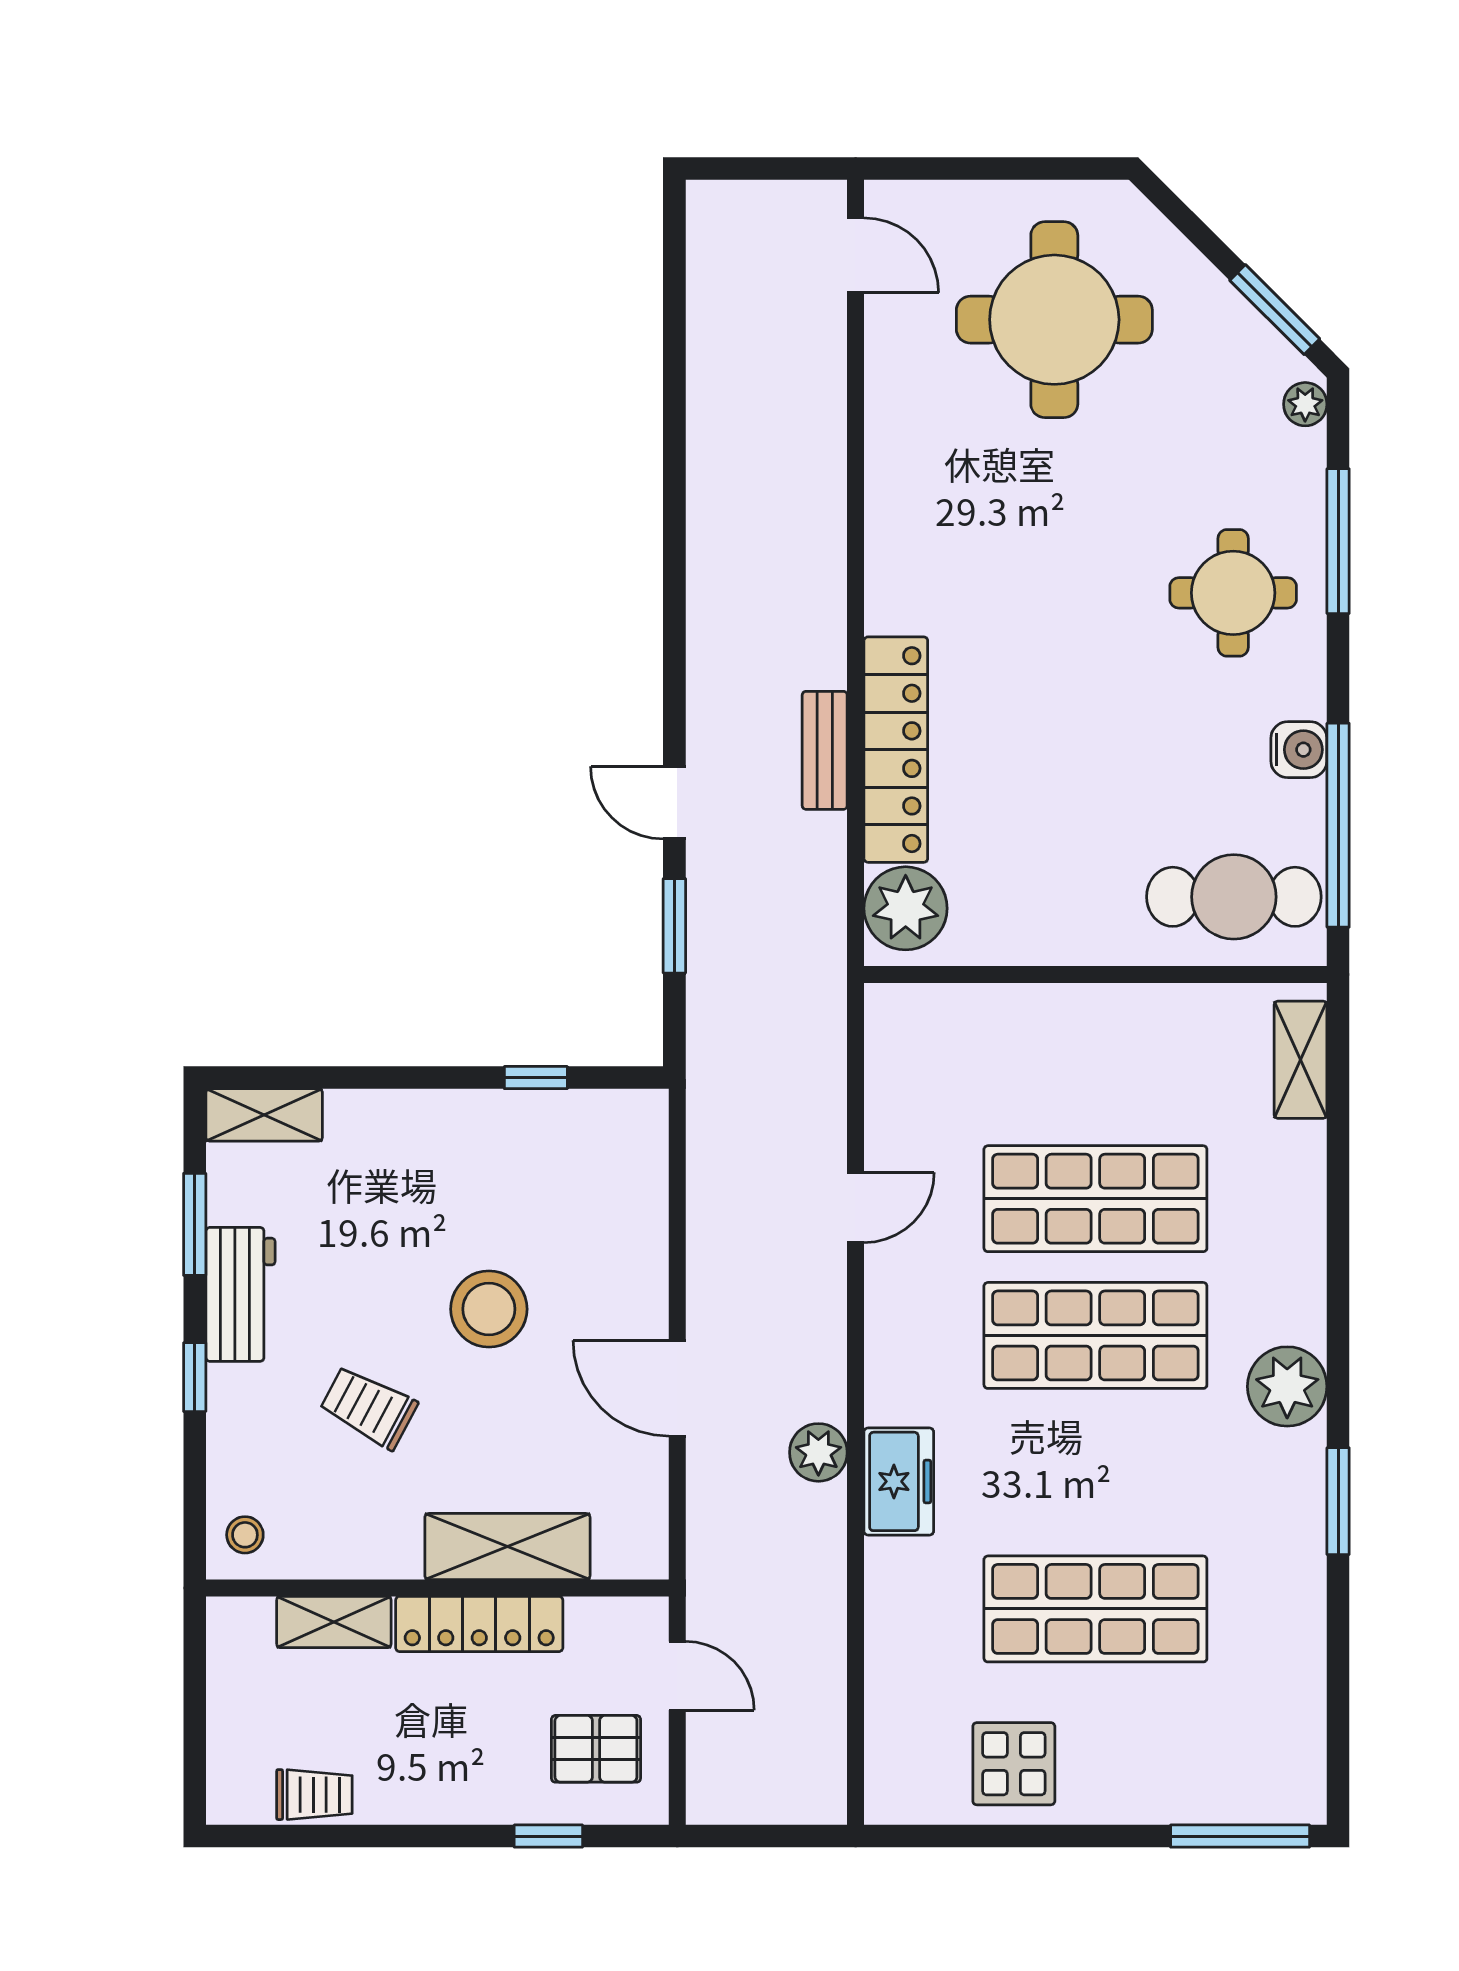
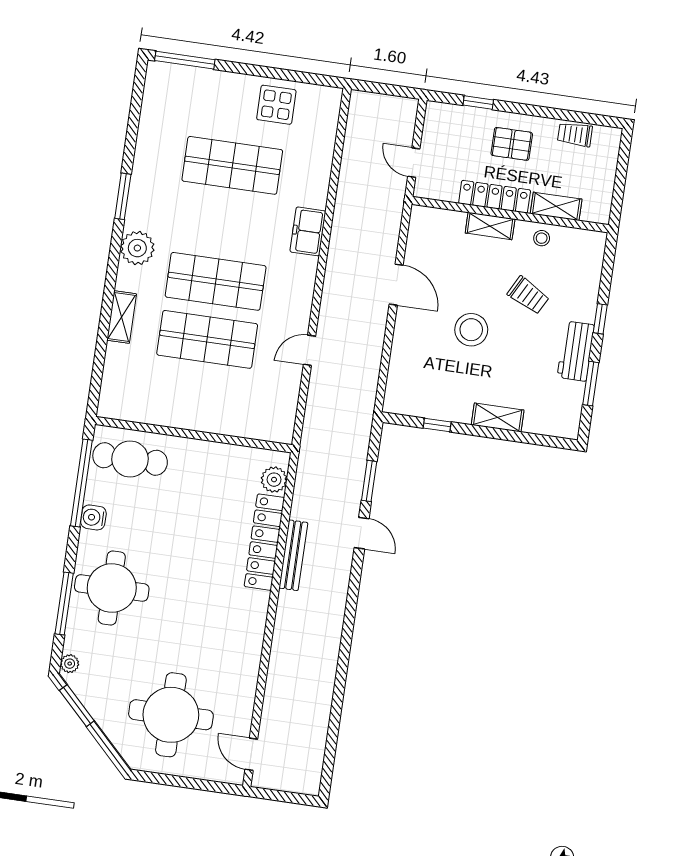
round table: (1233, 593) -> (112, 588), width x1.36, depth x1.36
bench: (825, 750) -> (293, 555), width x1.36
plant: (906, 908) -> (274, 480), width x0.73, depth x0.73
shelving: (1301, 1060) -> (122, 317), moved
shelving: (264, 1115) -> (498, 418), moved
plant: (818, 1452) -> (340, 249), removed
stool: (245, 1535) -> (542, 238), moved
shelving: (507, 1547) -> (490, 226), width x0.67, depth x0.75
pallet: (596, 1749) -> (512, 144), moved

